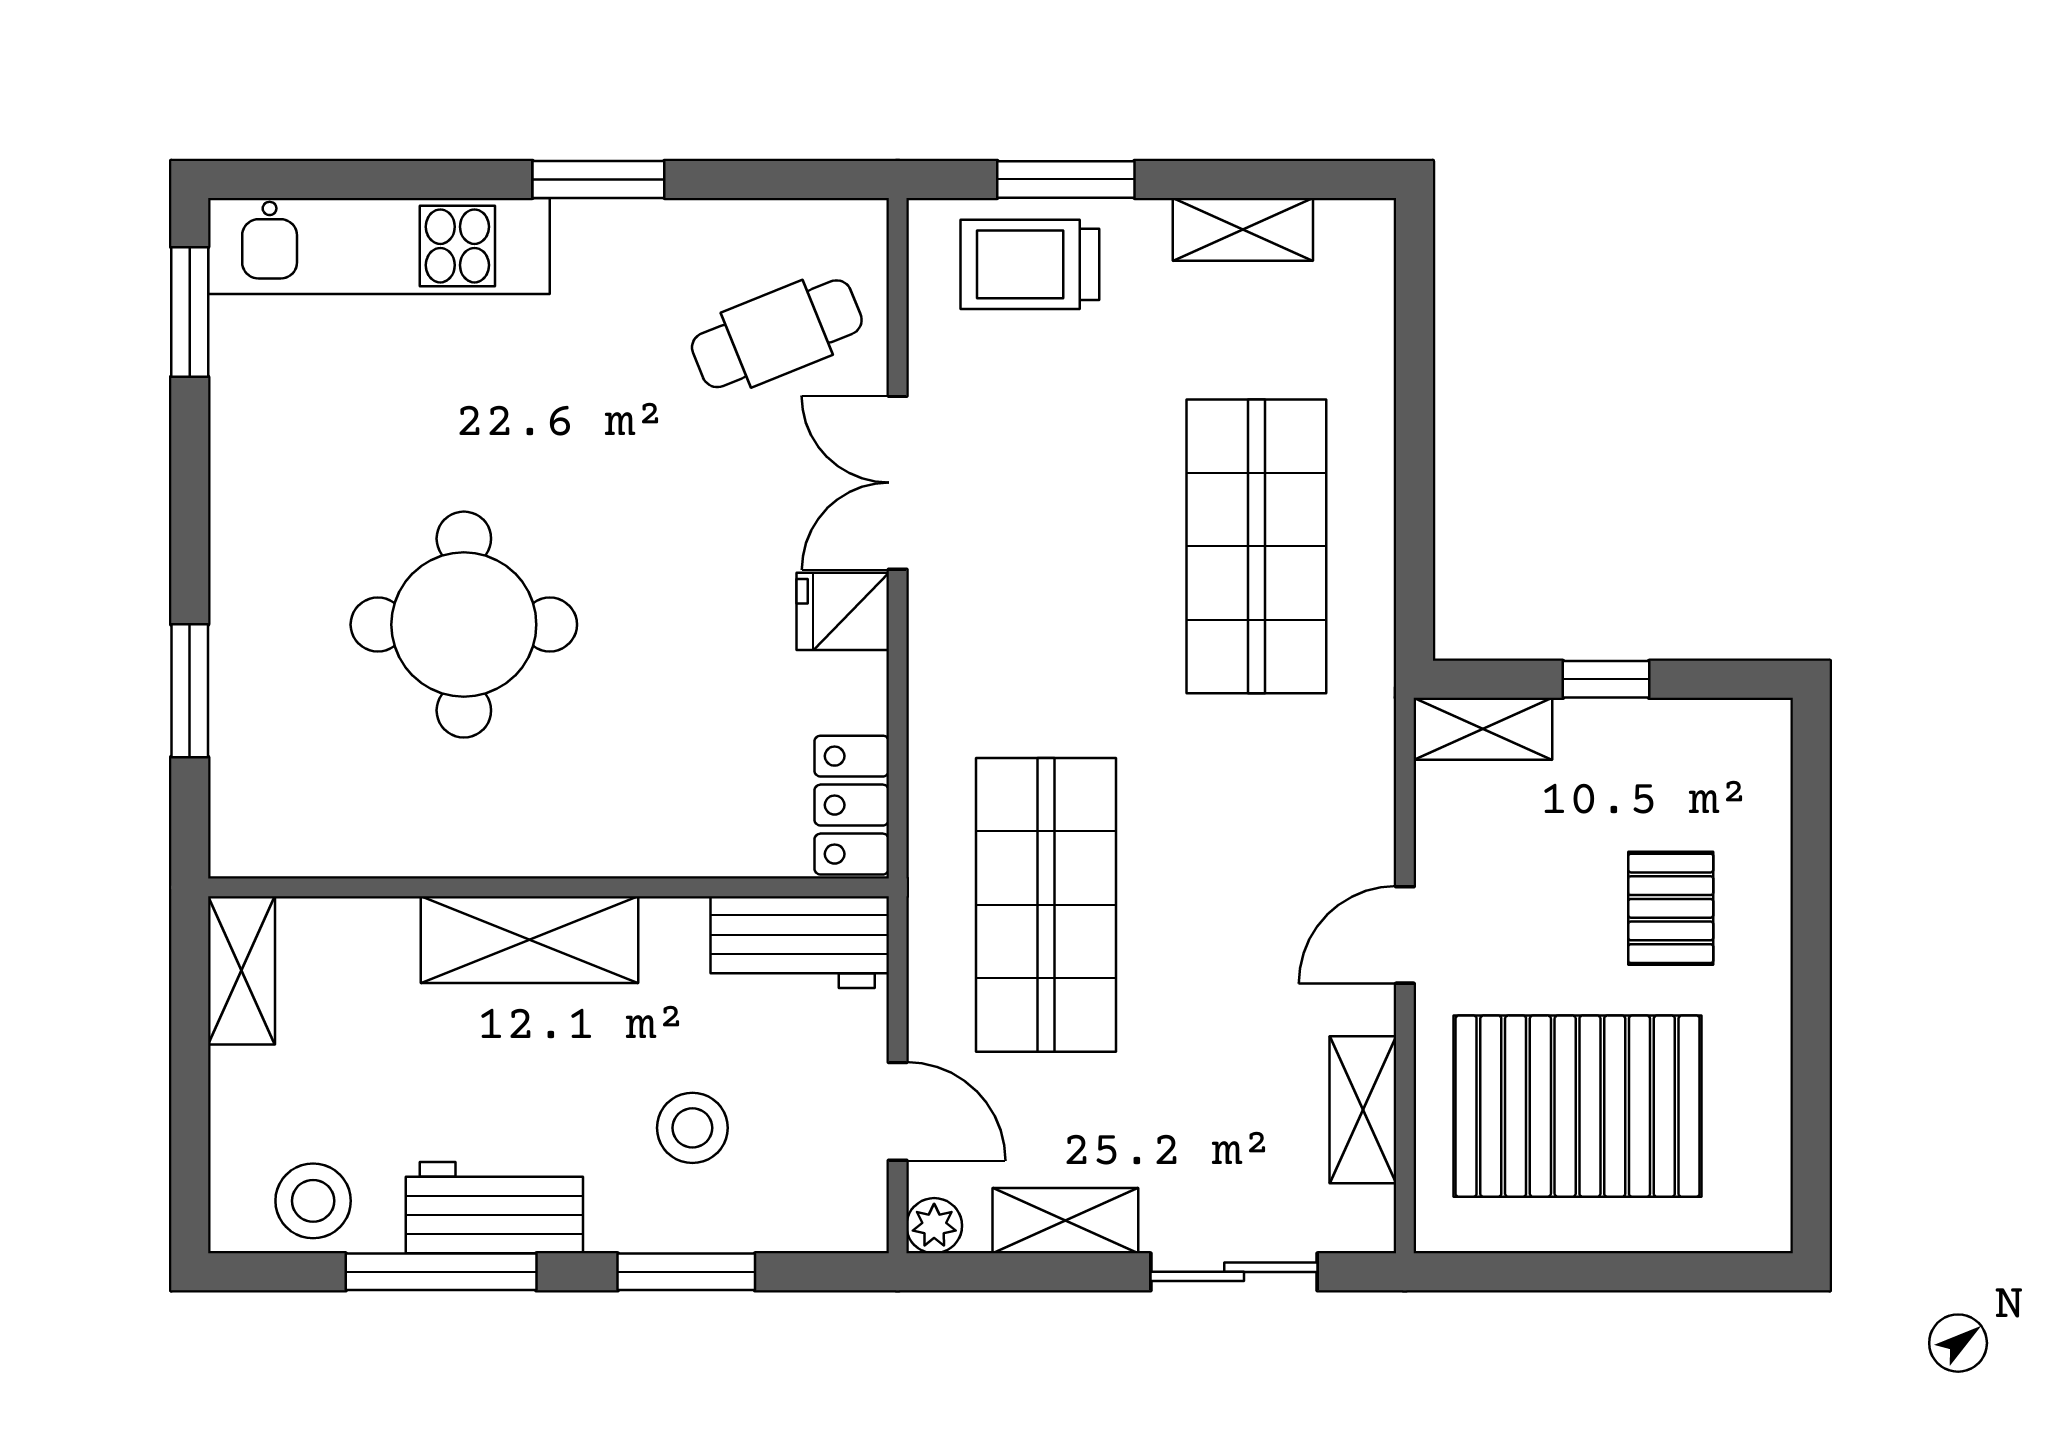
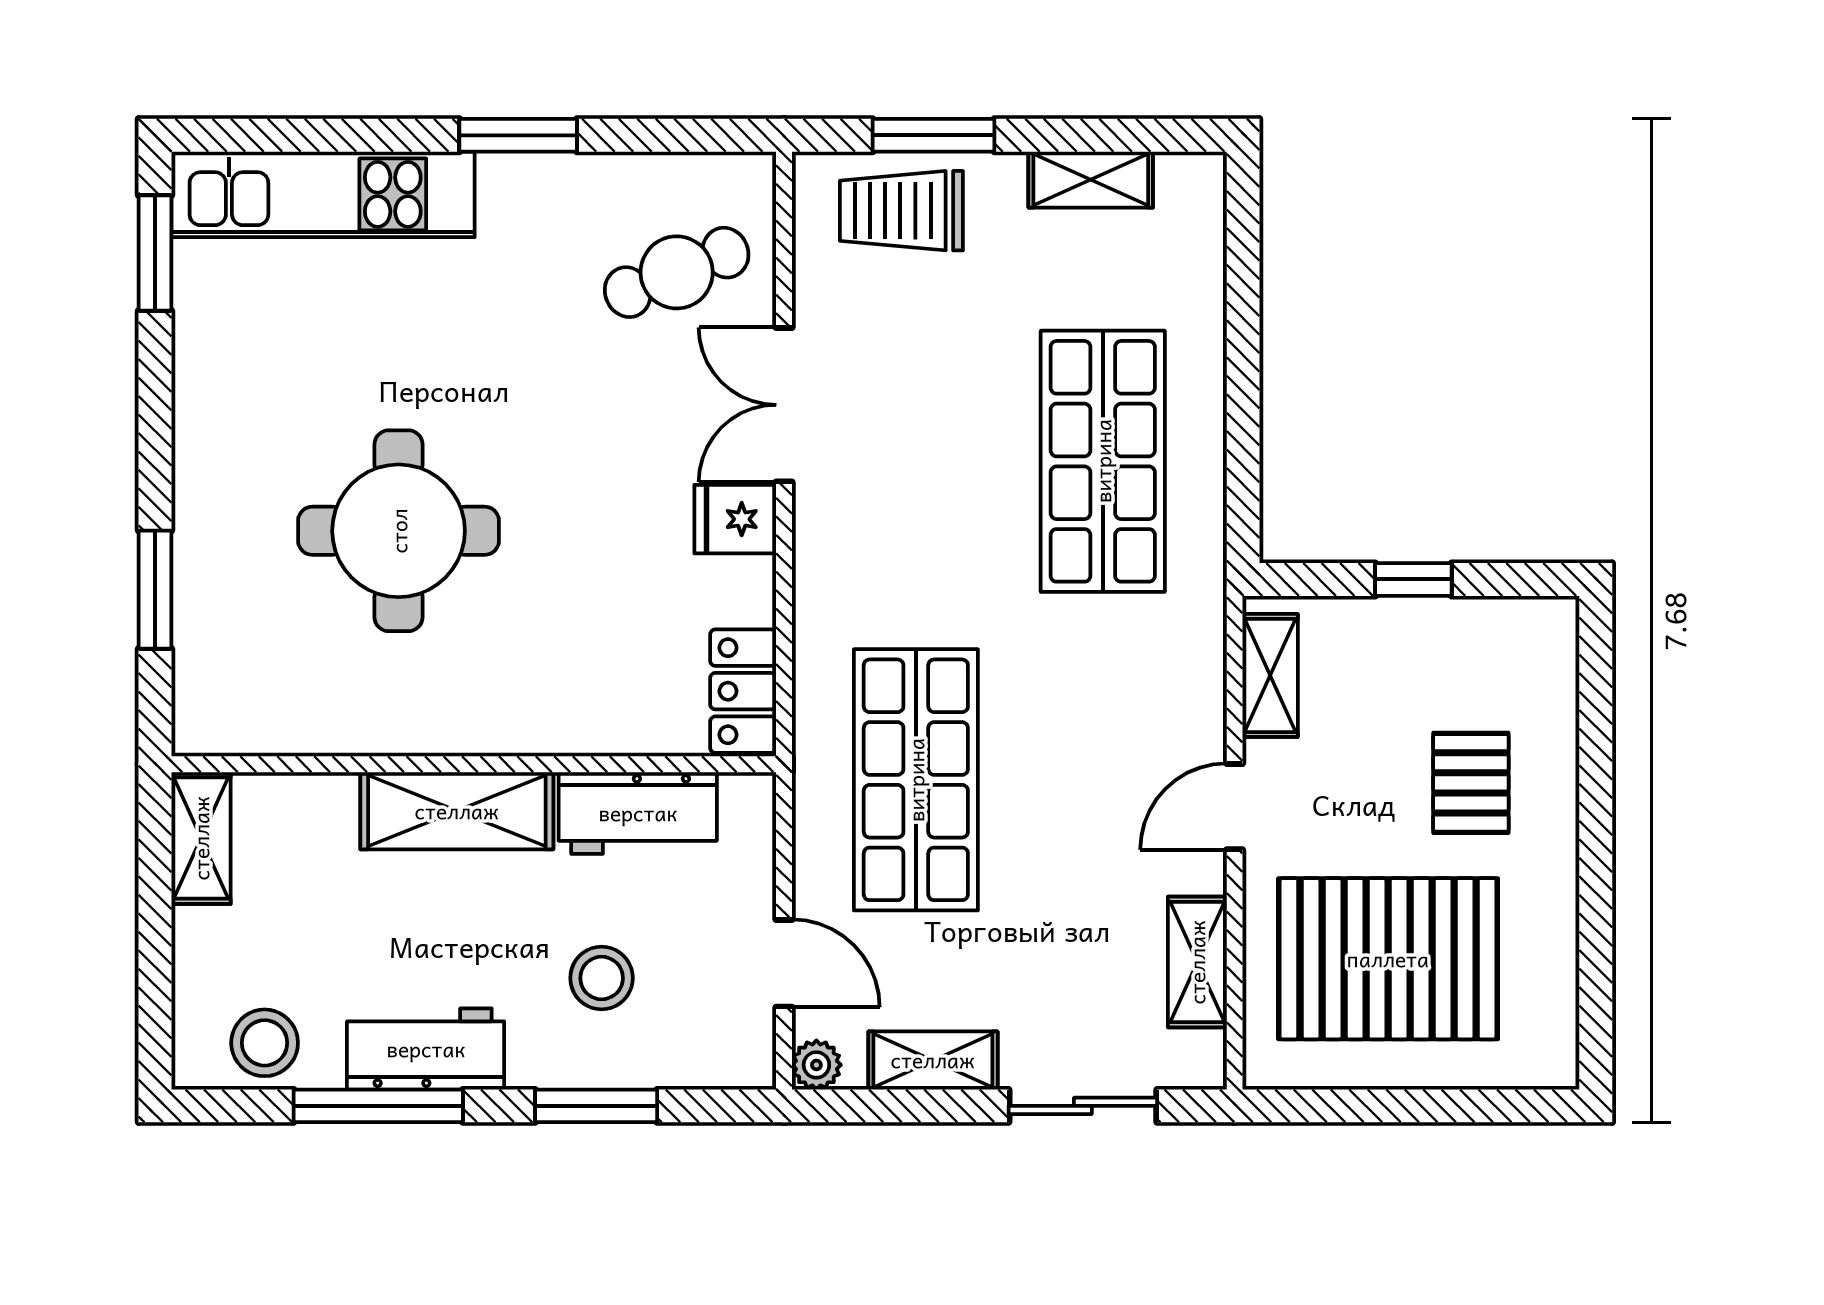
shelving: (1483, 729) -> (1270, 675), moved, turned 90
workbench: (800, 942) -> (638, 813), moved

